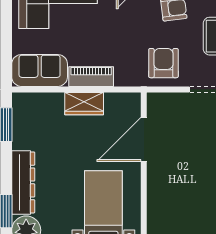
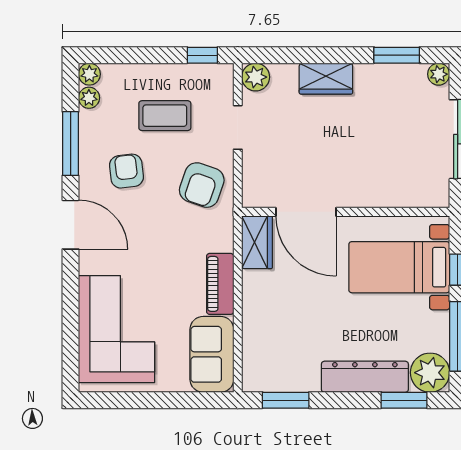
armchair: (163, 63) -> (202, 185), turned -71
wardrobe: (84, 104) -> (257, 242), moved

